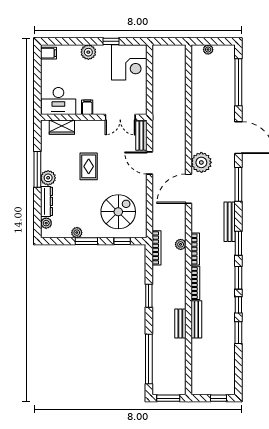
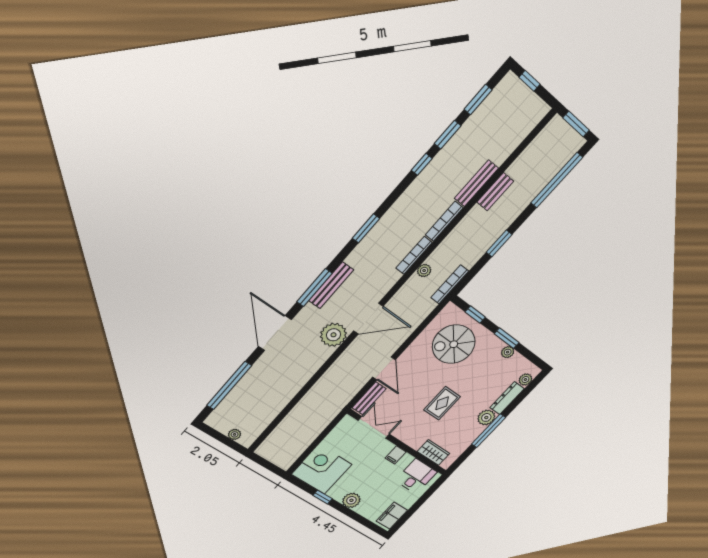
filing cabinet: (48, 53) -> (392, 516), width x2.00
desk: (58, 101) -> (416, 476), width x0.73
bench: (230, 222) -> (331, 285), moved
window: (238, 278) -> (478, 100), moved

